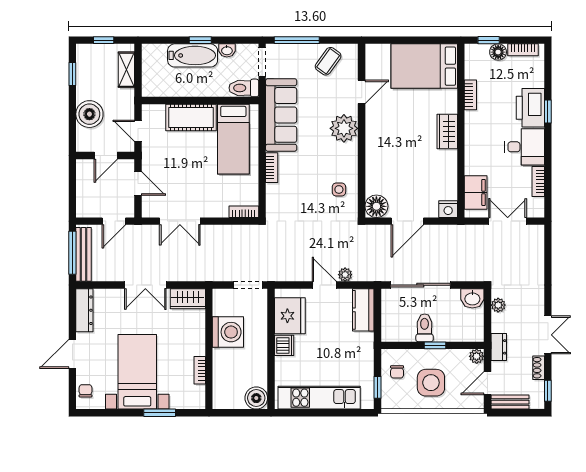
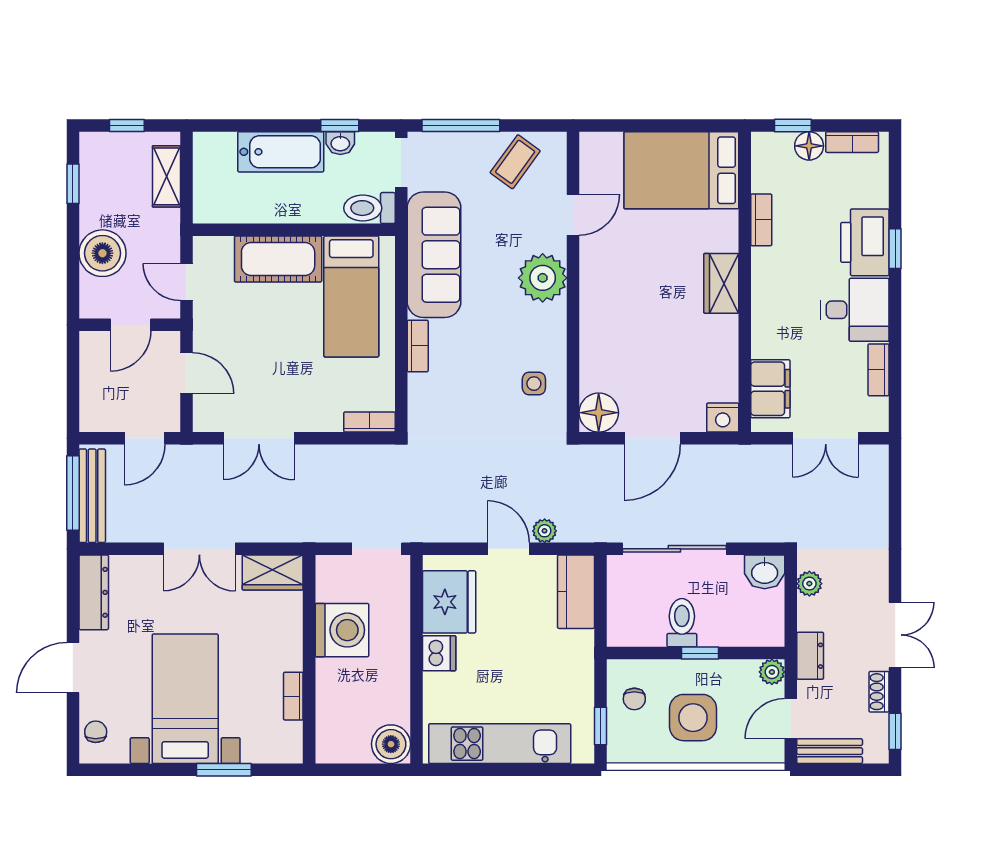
window: (200, 40) -> (340, 125), moved
double door: (508, 221) -> (826, 438), swing flipped

